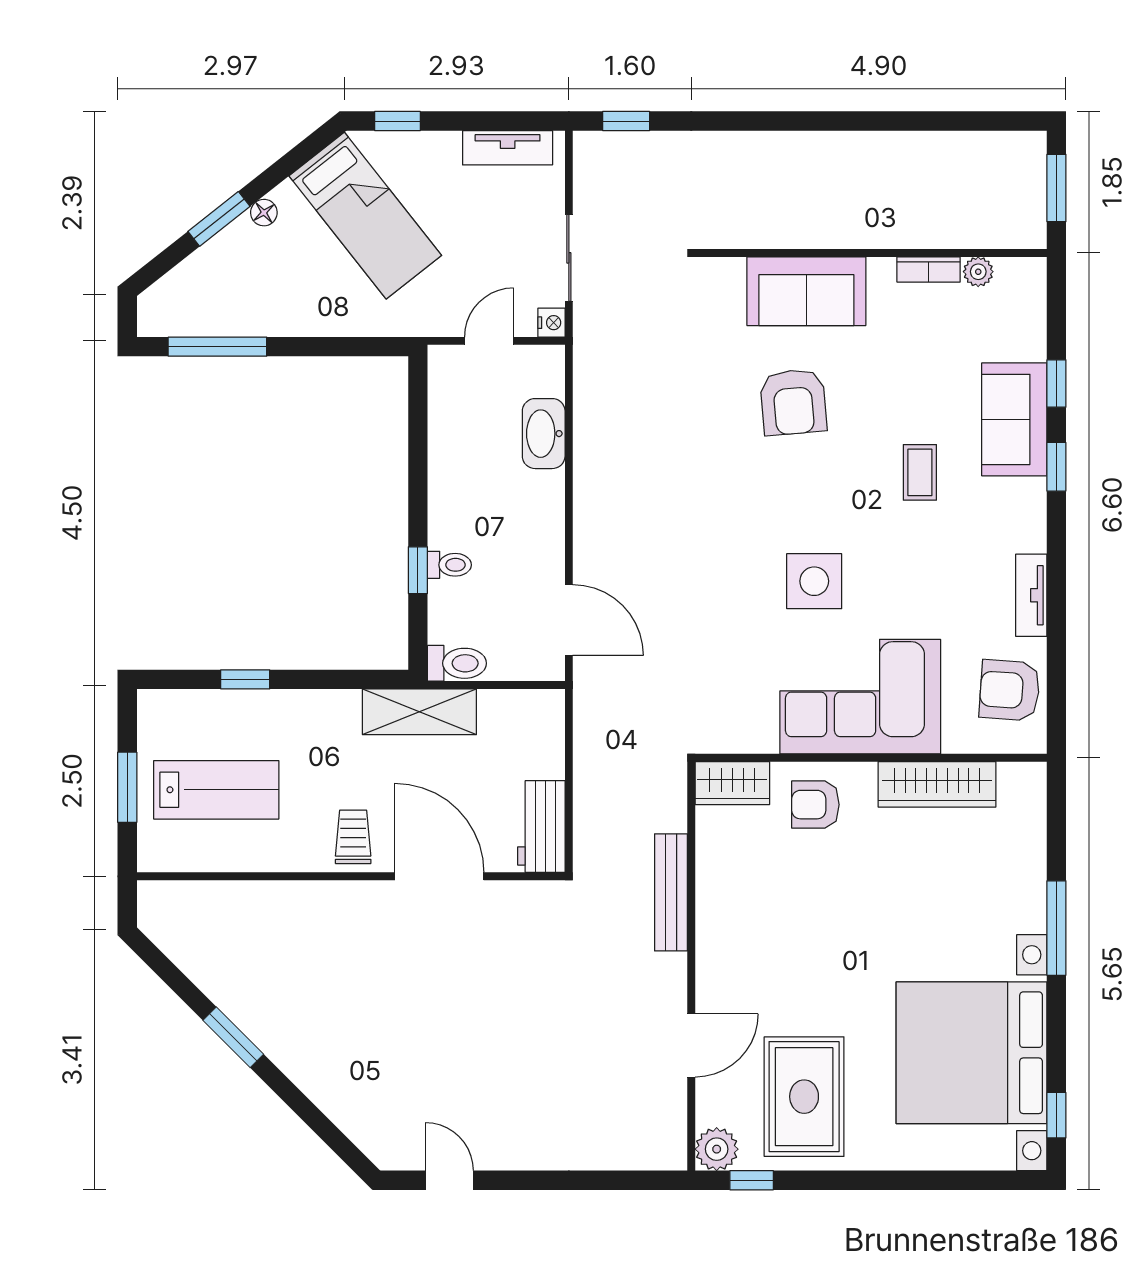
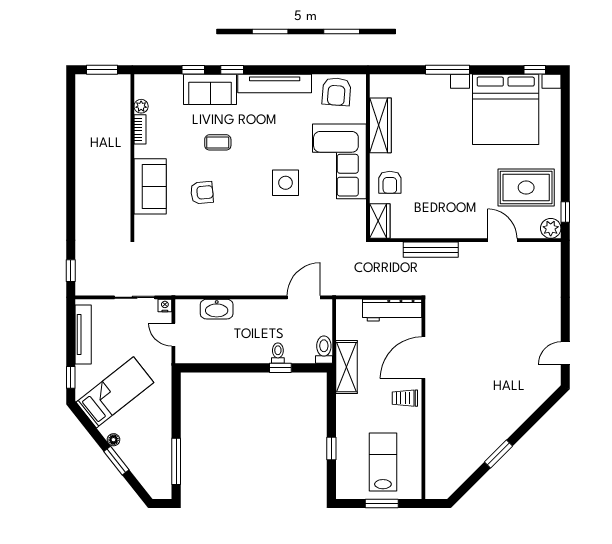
tv unit: (508, 148) -> (83, 335), width x1.41
armchair: (793, 402) -> (202, 193), width x0.72, depth x0.72
coffee table: (920, 472) -> (218, 142), moved
tv unit: (1031, 595) -> (275, 84), width x1.92, depth x1.29
workbench: (541, 827) -> (392, 310), width x1.38

